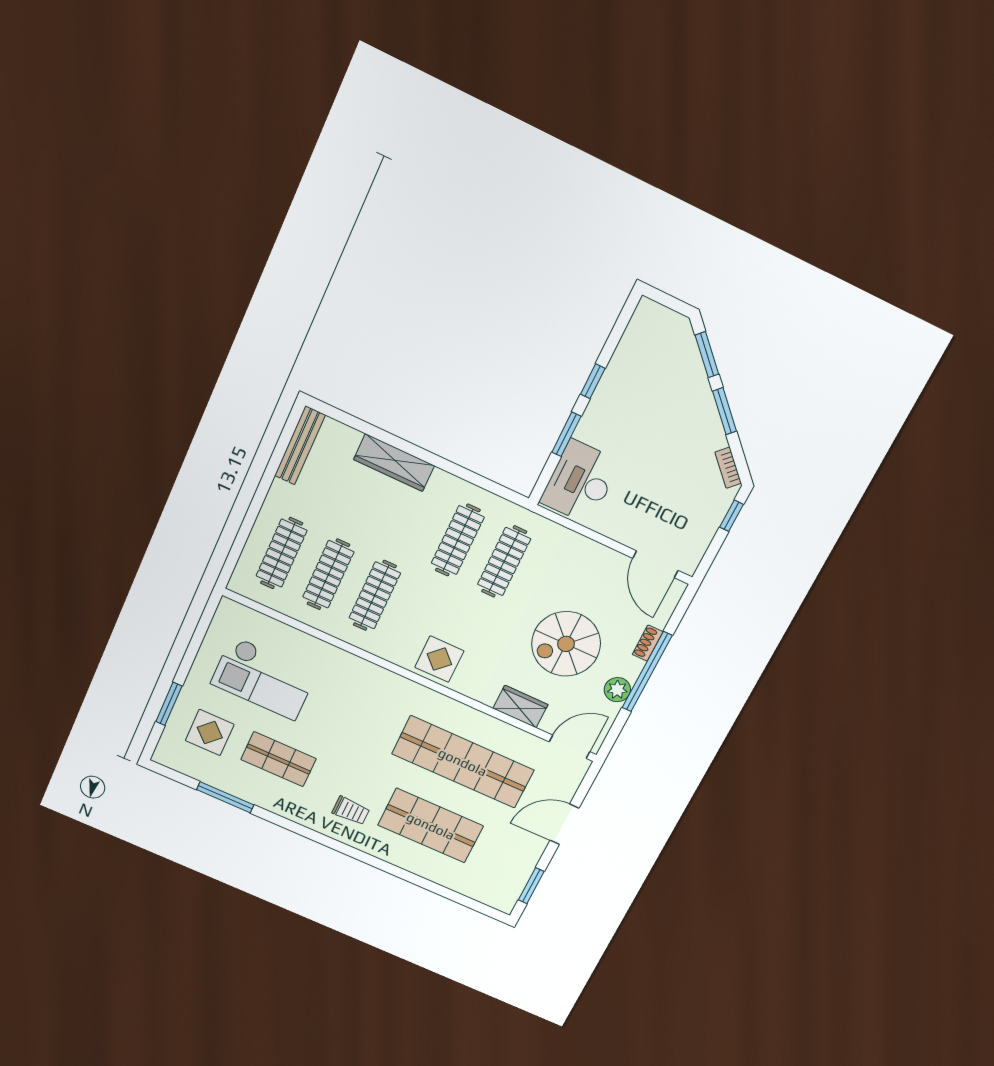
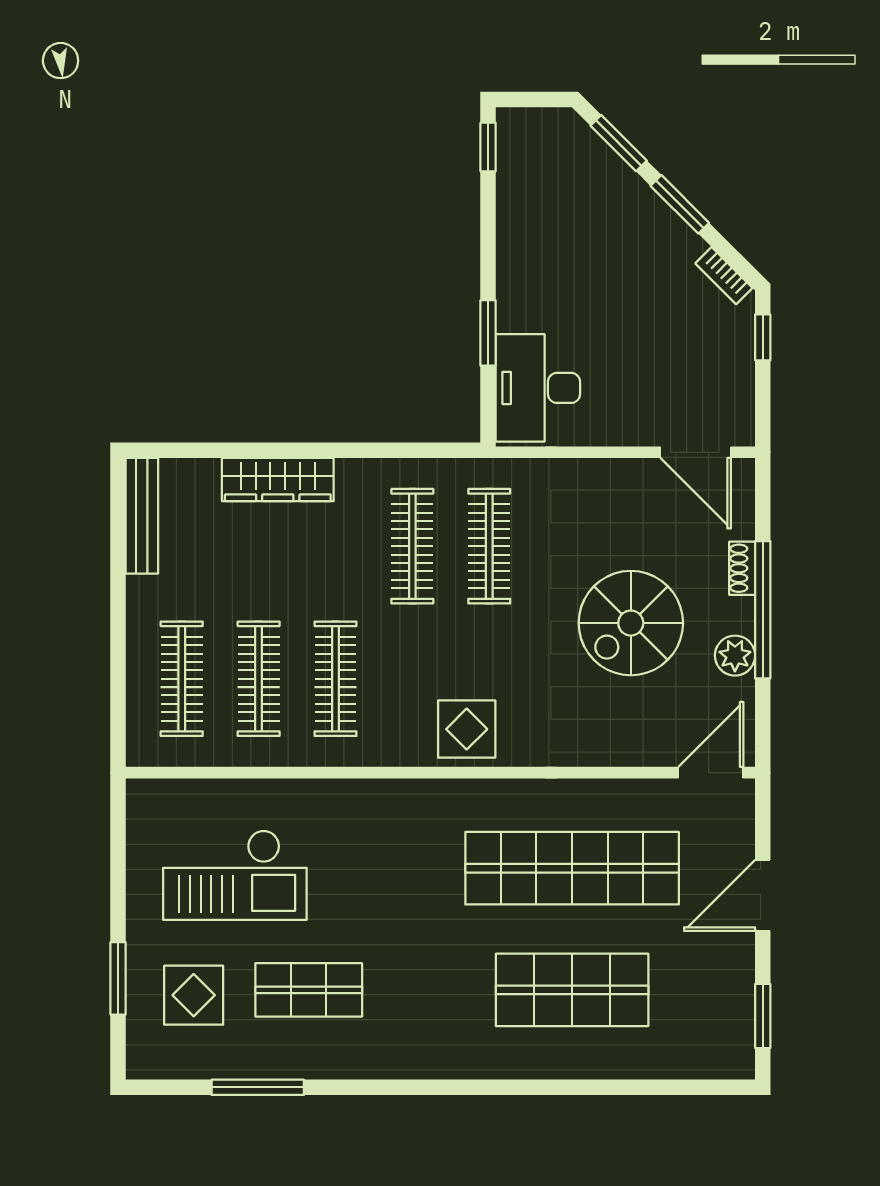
window: (593, 381) -> (488, 147), moved
wardrobe: (520, 707) -> (613, 745), removed
trolley: (351, 811) -> (447, 1021), removed

